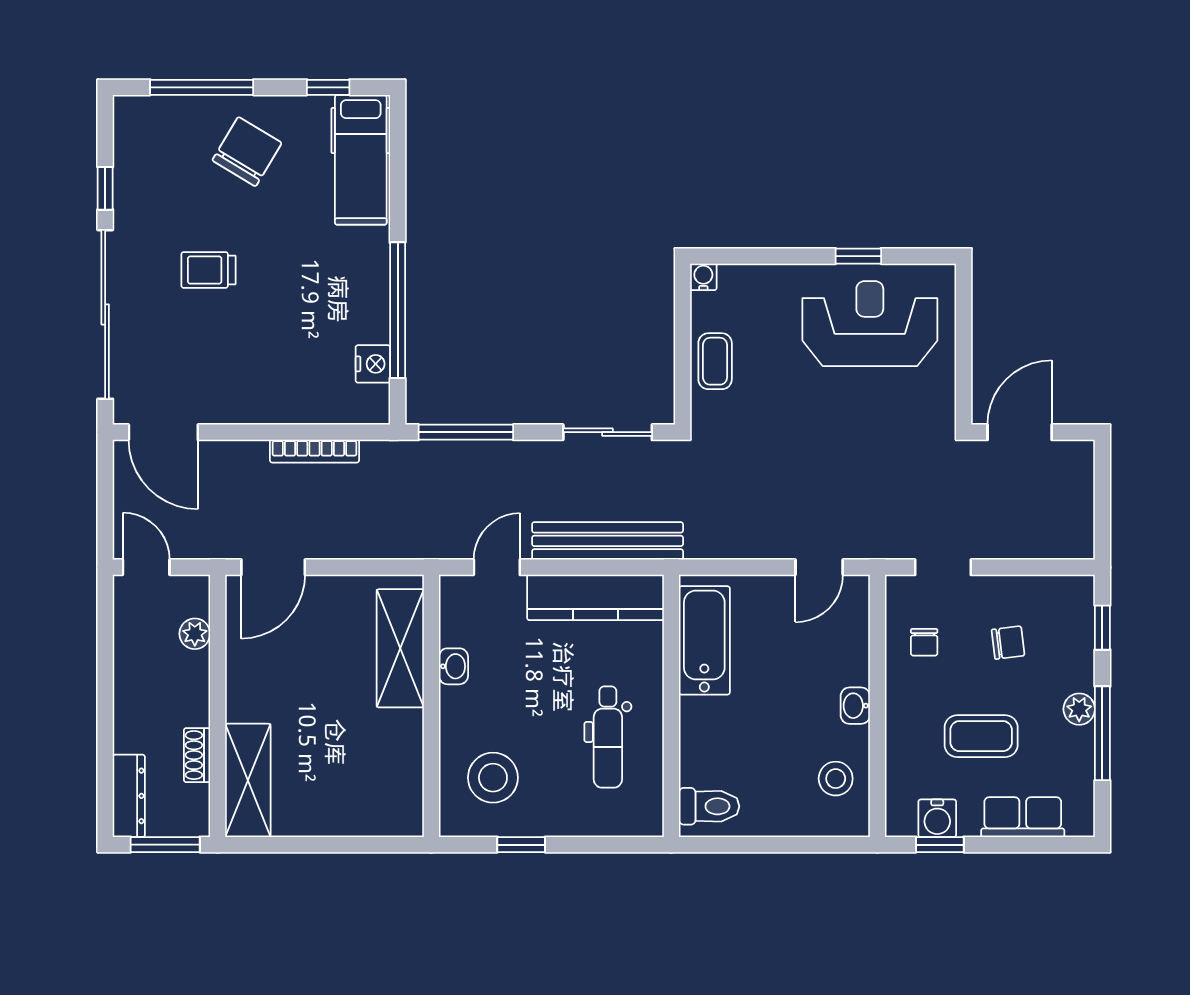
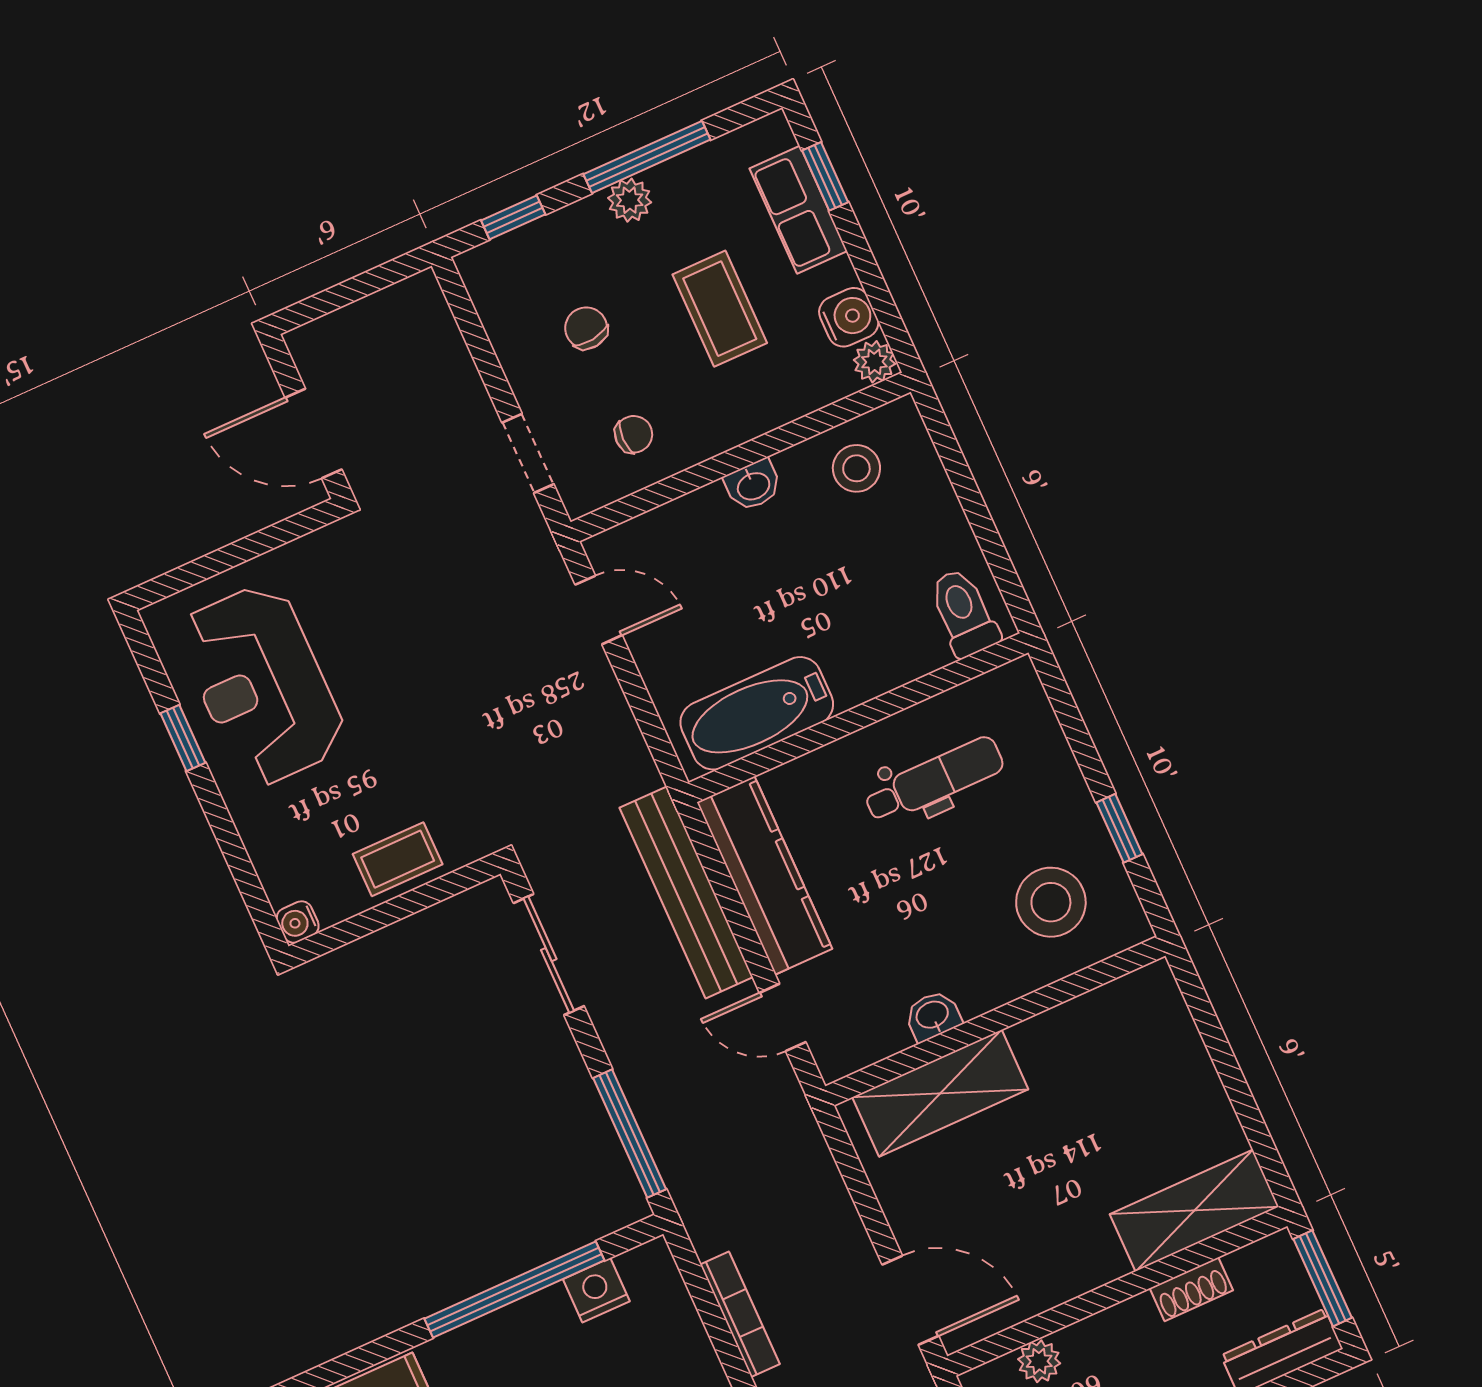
plant: (900, 822) -> (874, 362), added
window: (940, 845) -> (825, 176), moved

